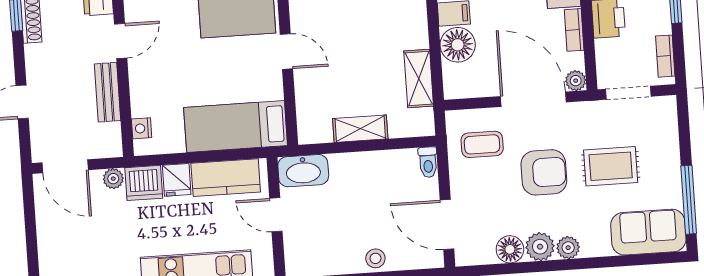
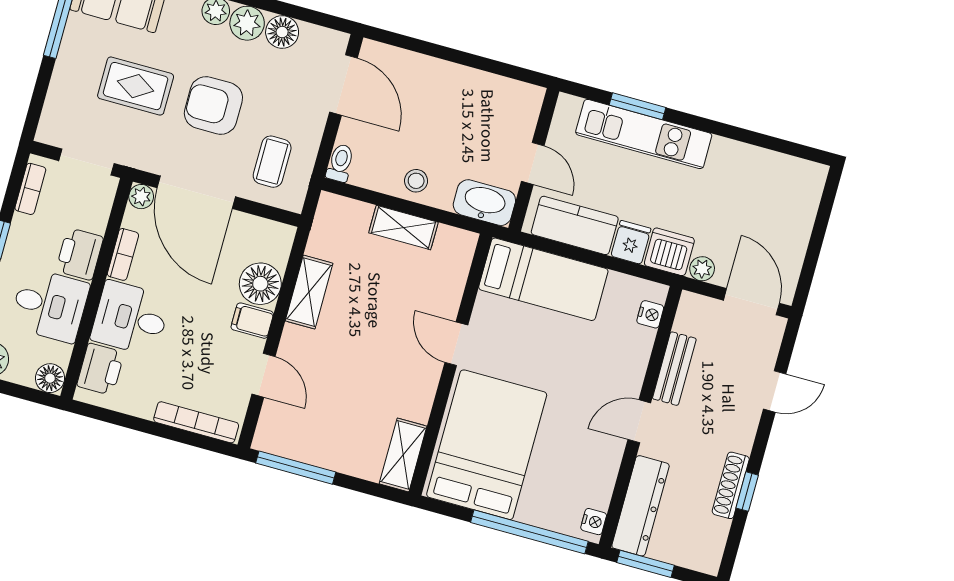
shelving: (419, 79) -> (309, 292), moved
coffee table: (482, 144) -> (272, 162), turned 90
stool: (375, 258) -> (416, 181), moved

